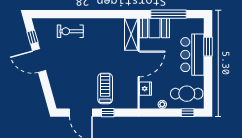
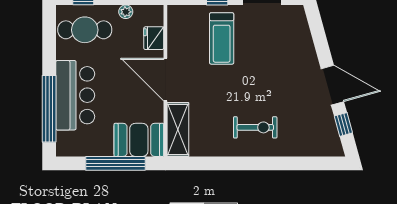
exercise bike: (70, 31) -> (255, 127), moved
window: (208, 47) -> (49, 109), width x2.11
door: (139, 64) -> (165, 80), hinge flipped

